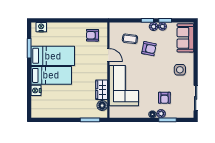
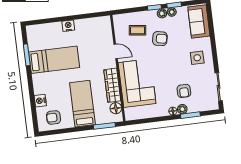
nightstand: (41, 27) -> (68, 26), moved
armchair: (92, 35) -> (53, 117), moved
bed: (51, 75) -> (82, 104), moved, turned -90
wardrobe: (102, 90) -> (112, 85), width x1.50

